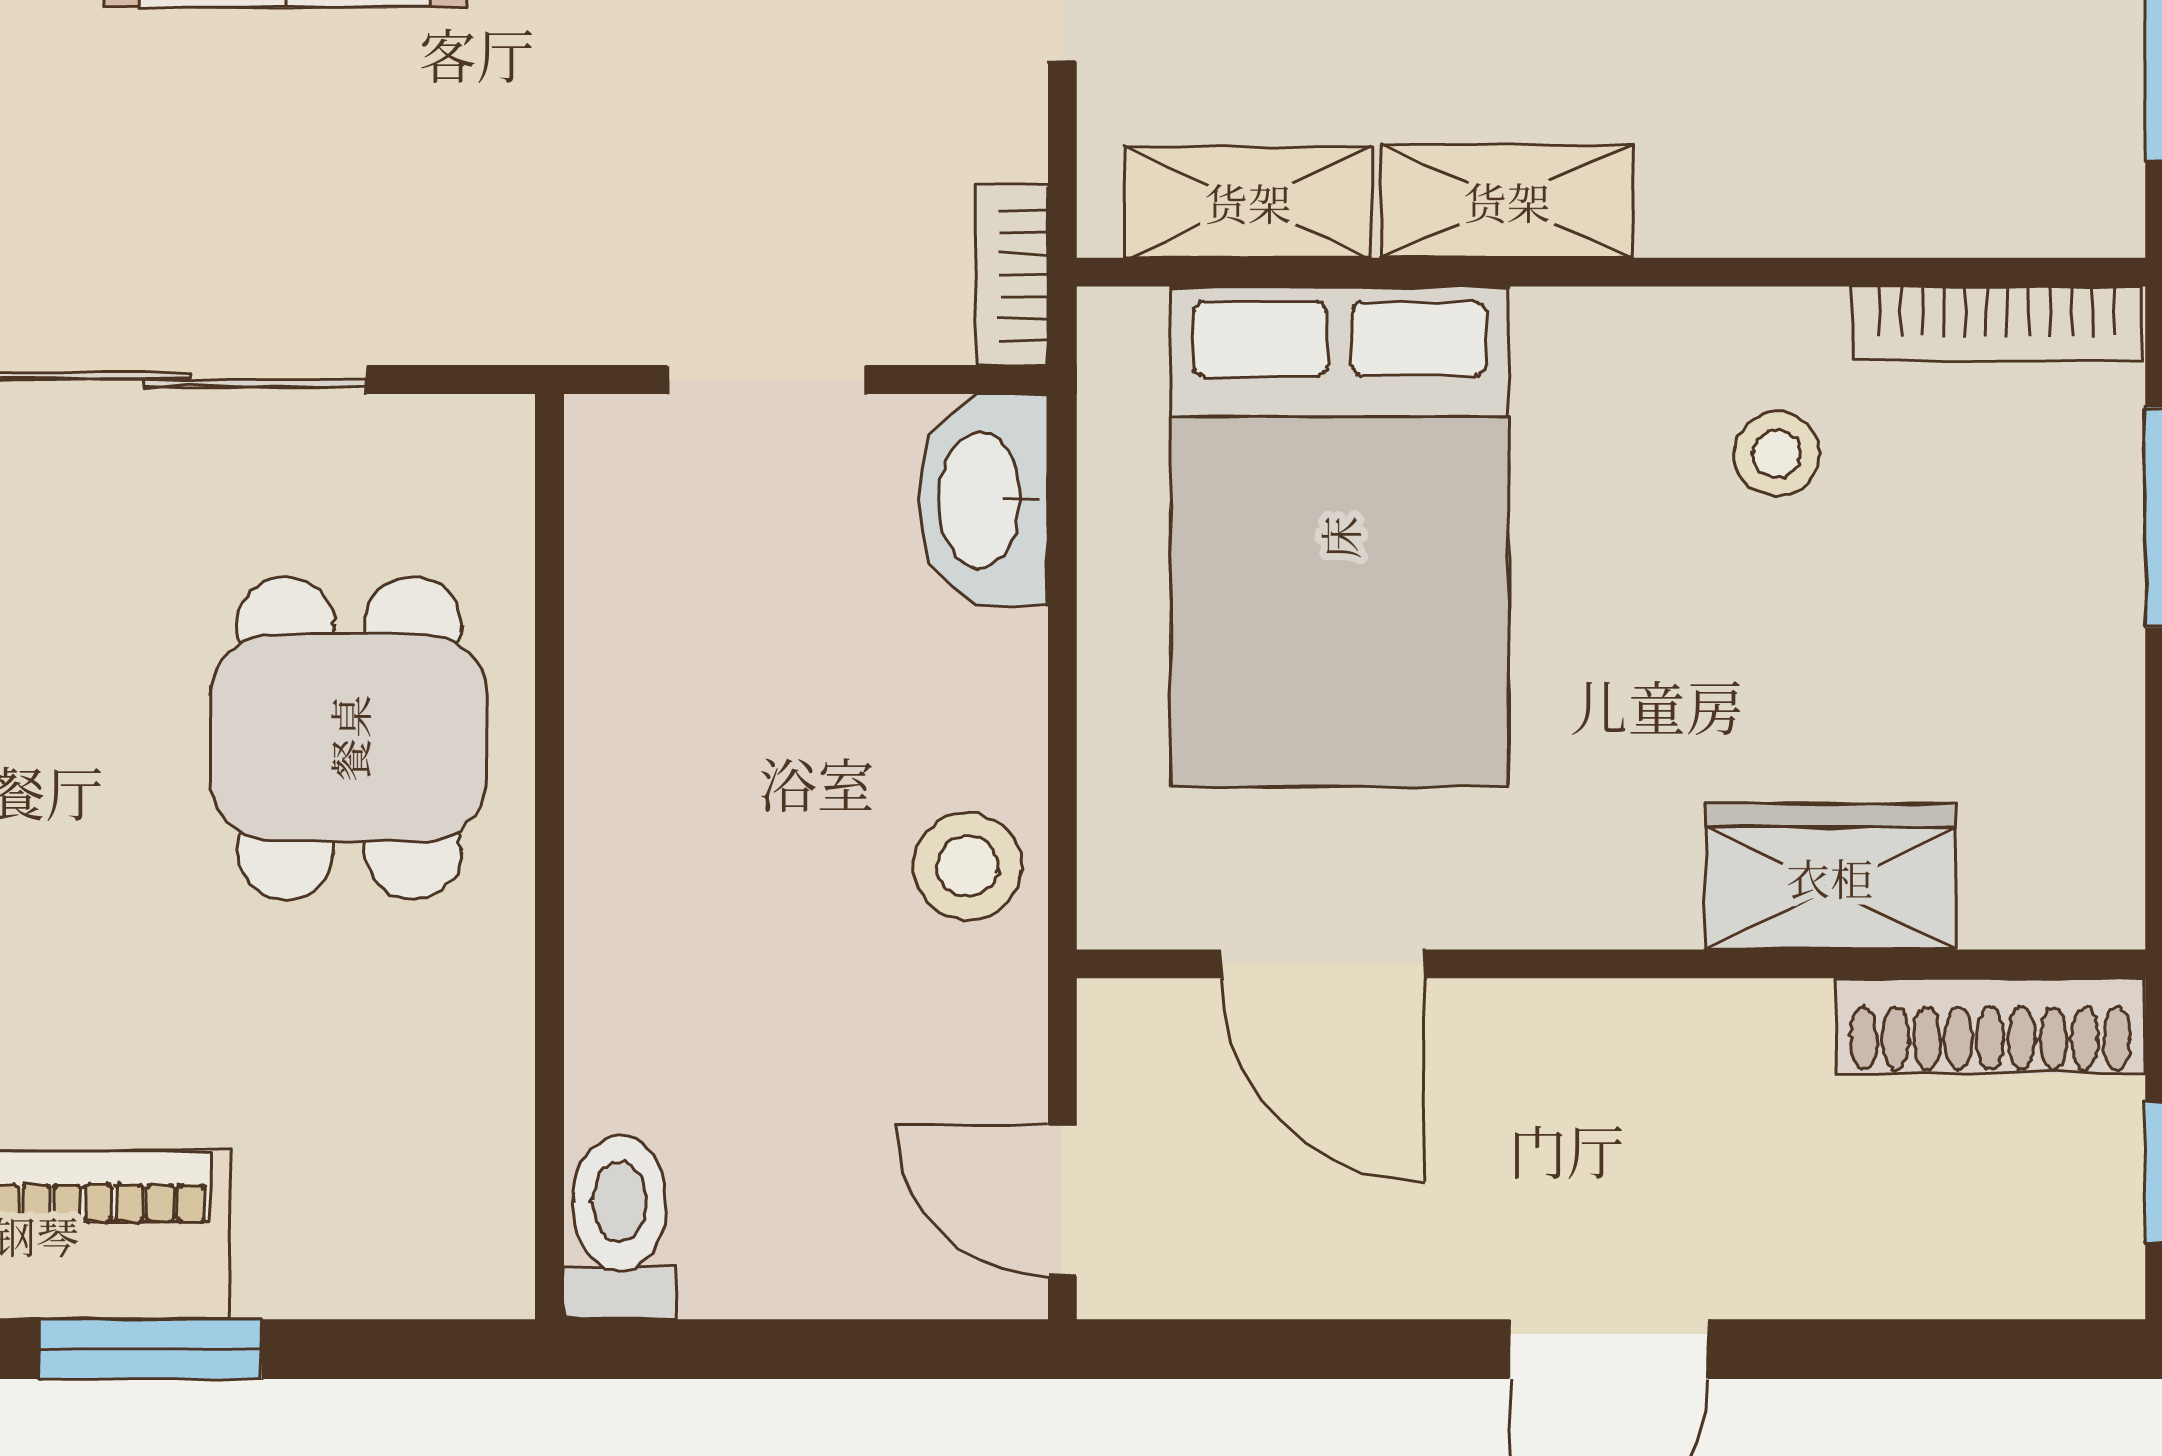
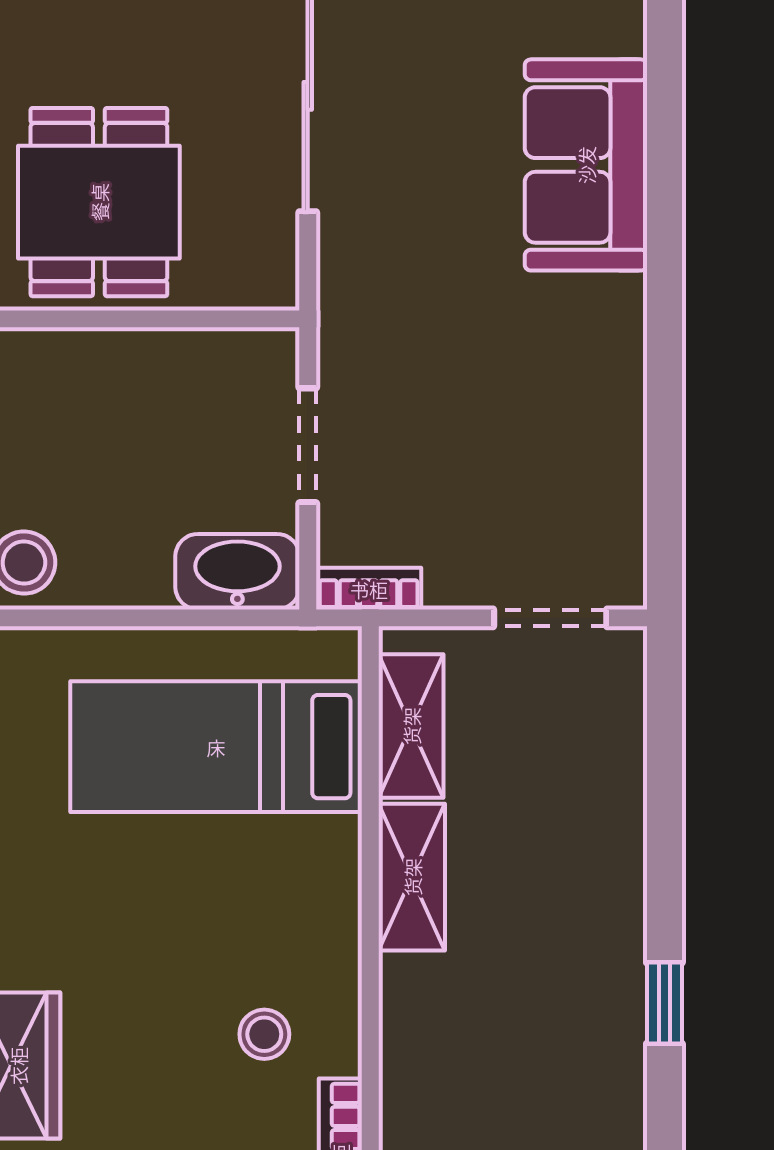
bed: (1339, 537) -> (216, 747), width x0.67
dining table: (349, 738) -> (99, 202), turned 90

